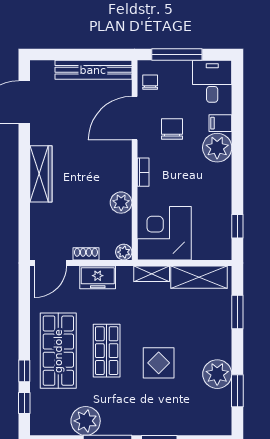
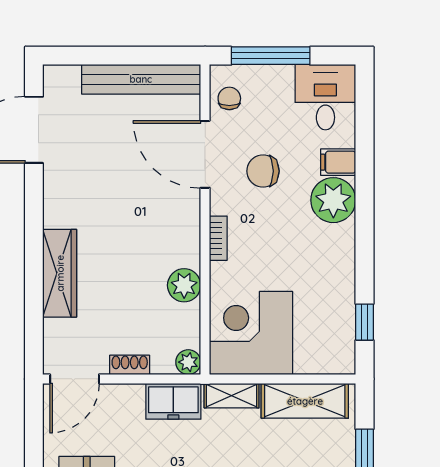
door: (135, 118) -> (205, 154), hinge flipped
chair: (172, 129) -> (263, 171), turned -90
wardrobe: (41, 174) -> (60, 273), moved
freezer: (98, 277) -> (173, 401), moved

